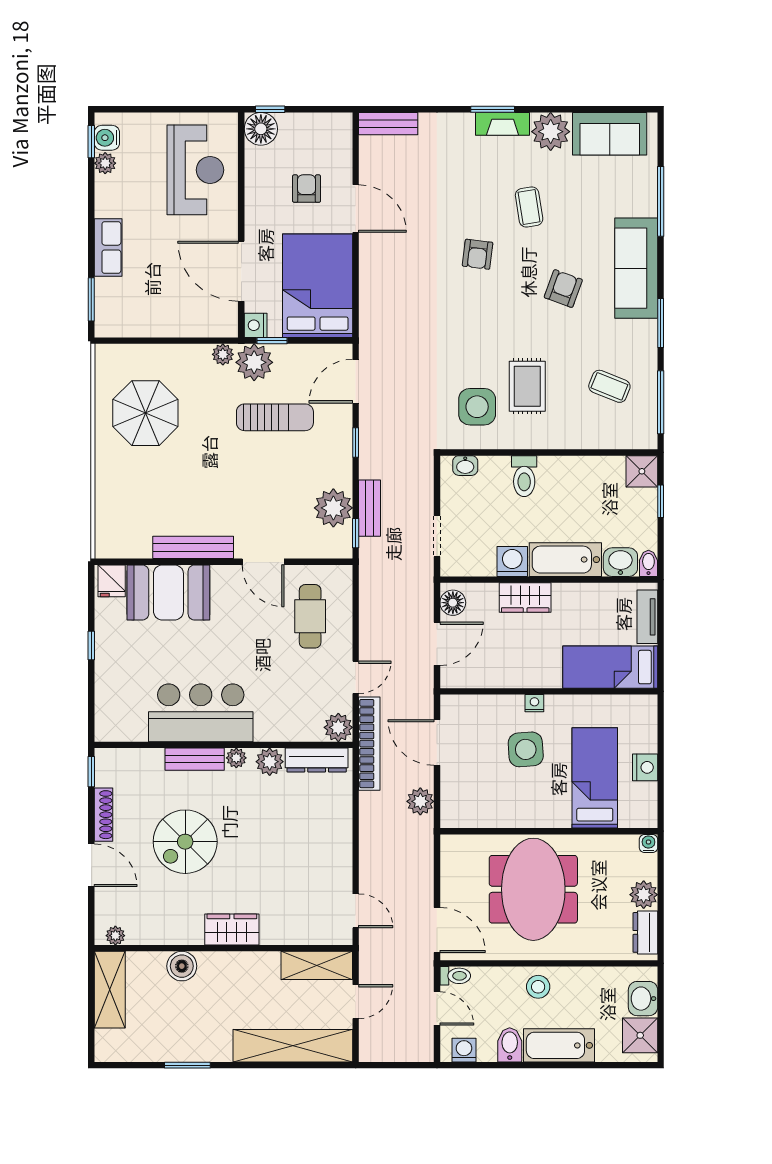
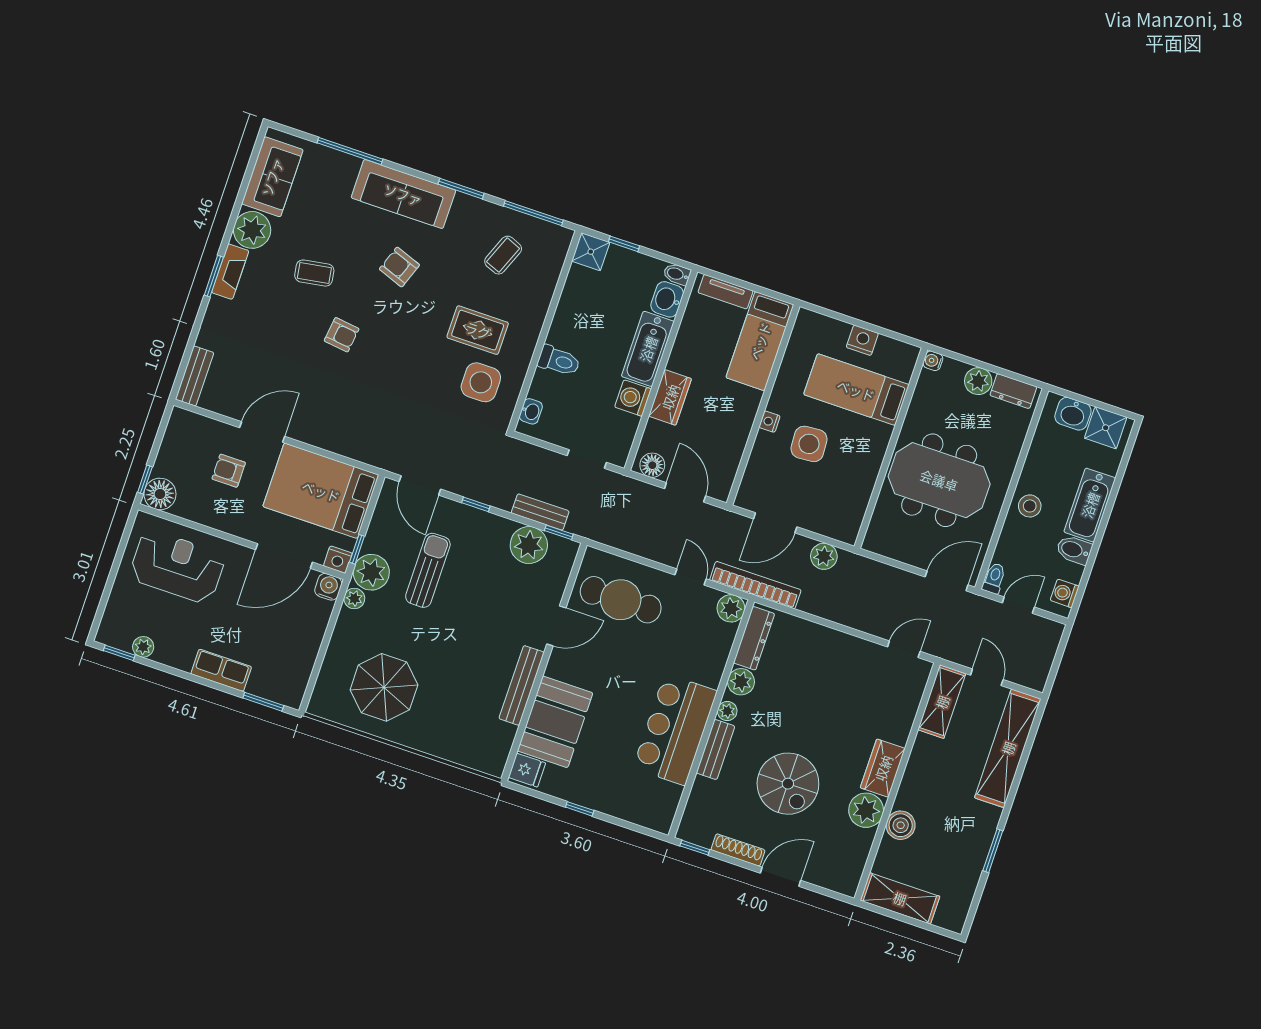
water cooler: (107, 138) -> (328, 587), moved, turned 180
cafe table: (310, 616) -> (621, 600), width x1.37, depth x1.35
plant: (115, 936) -> (866, 810), moved, width x1.87, depth x1.87

